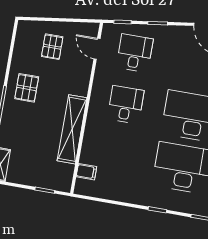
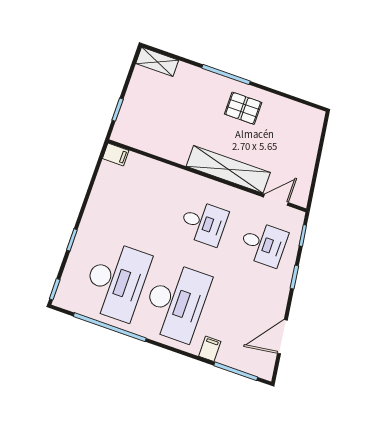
pallet: (52, 47) -> (287, 147), removed
shelving: (72, 129) -> (228, 169), moved
filing cabinet: (86, 172) -> (116, 154), moved, turned -90

